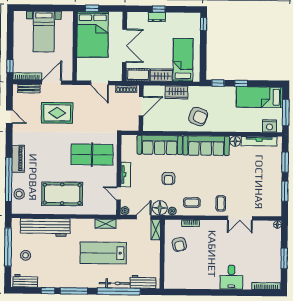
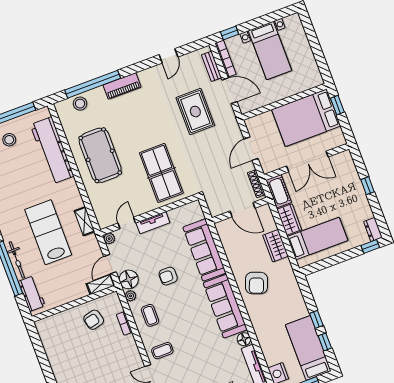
dresser: (157, 17) -> (373, 230), moved
bed with nightstands: (44, 32) -> (270, 51), moved, turned -90
window: (218, 83) -> (325, 342), moved
door: (144, 217) -> (110, 264), swing flipped

